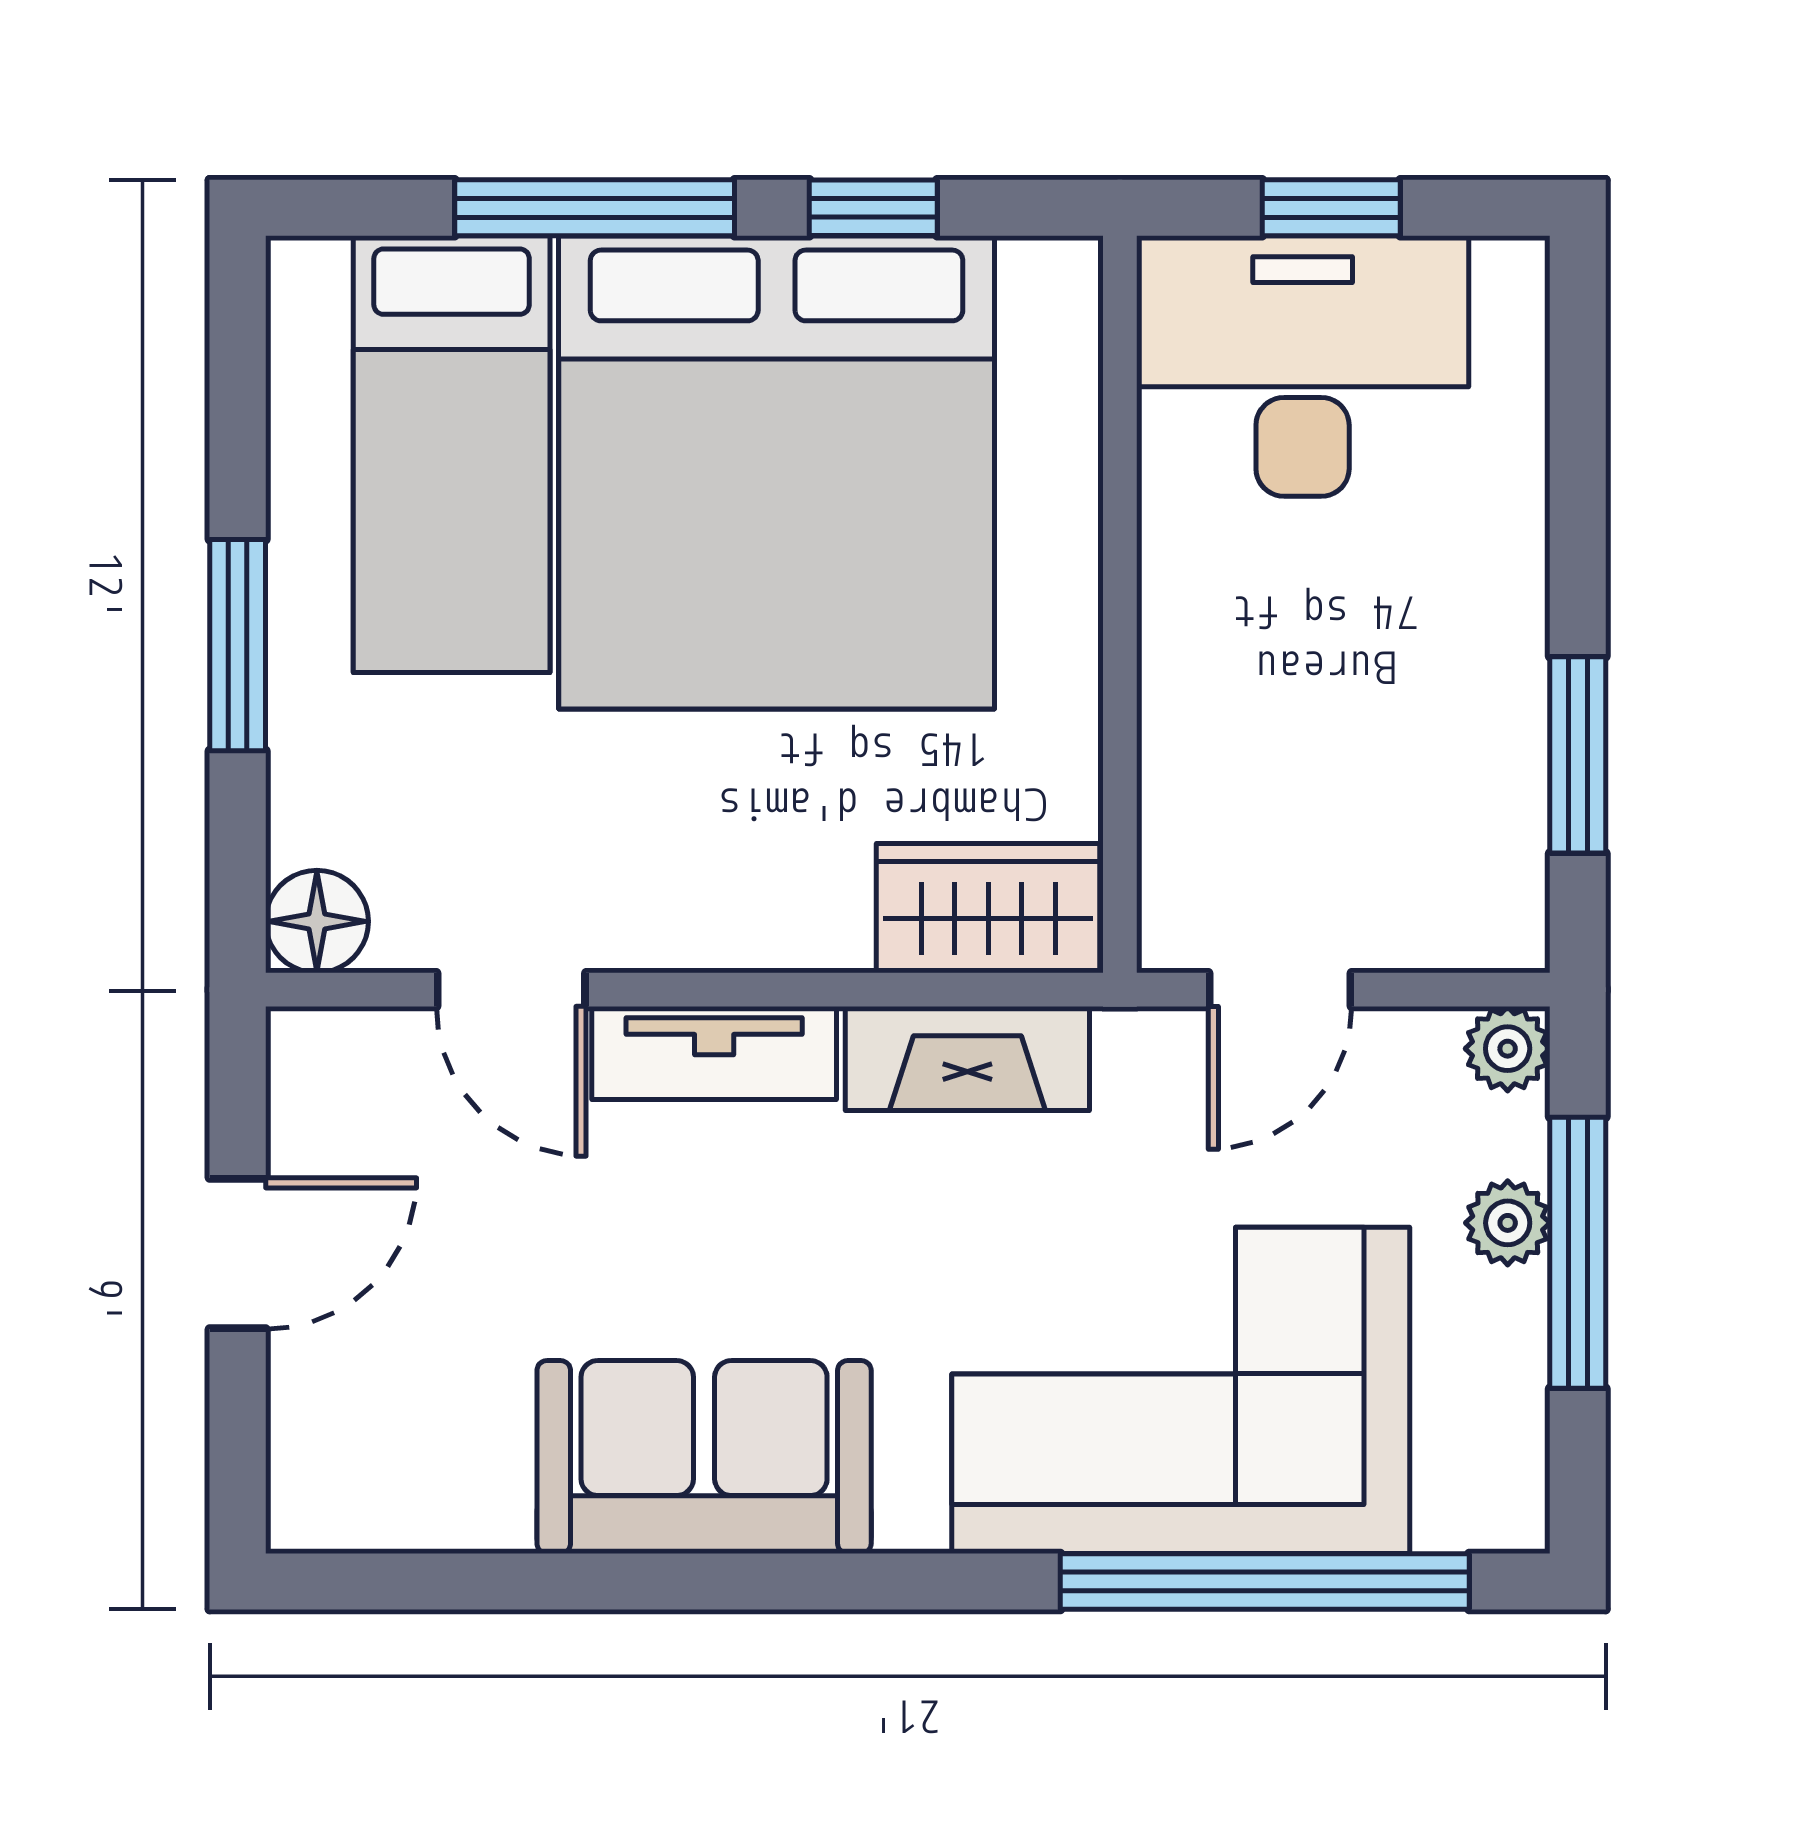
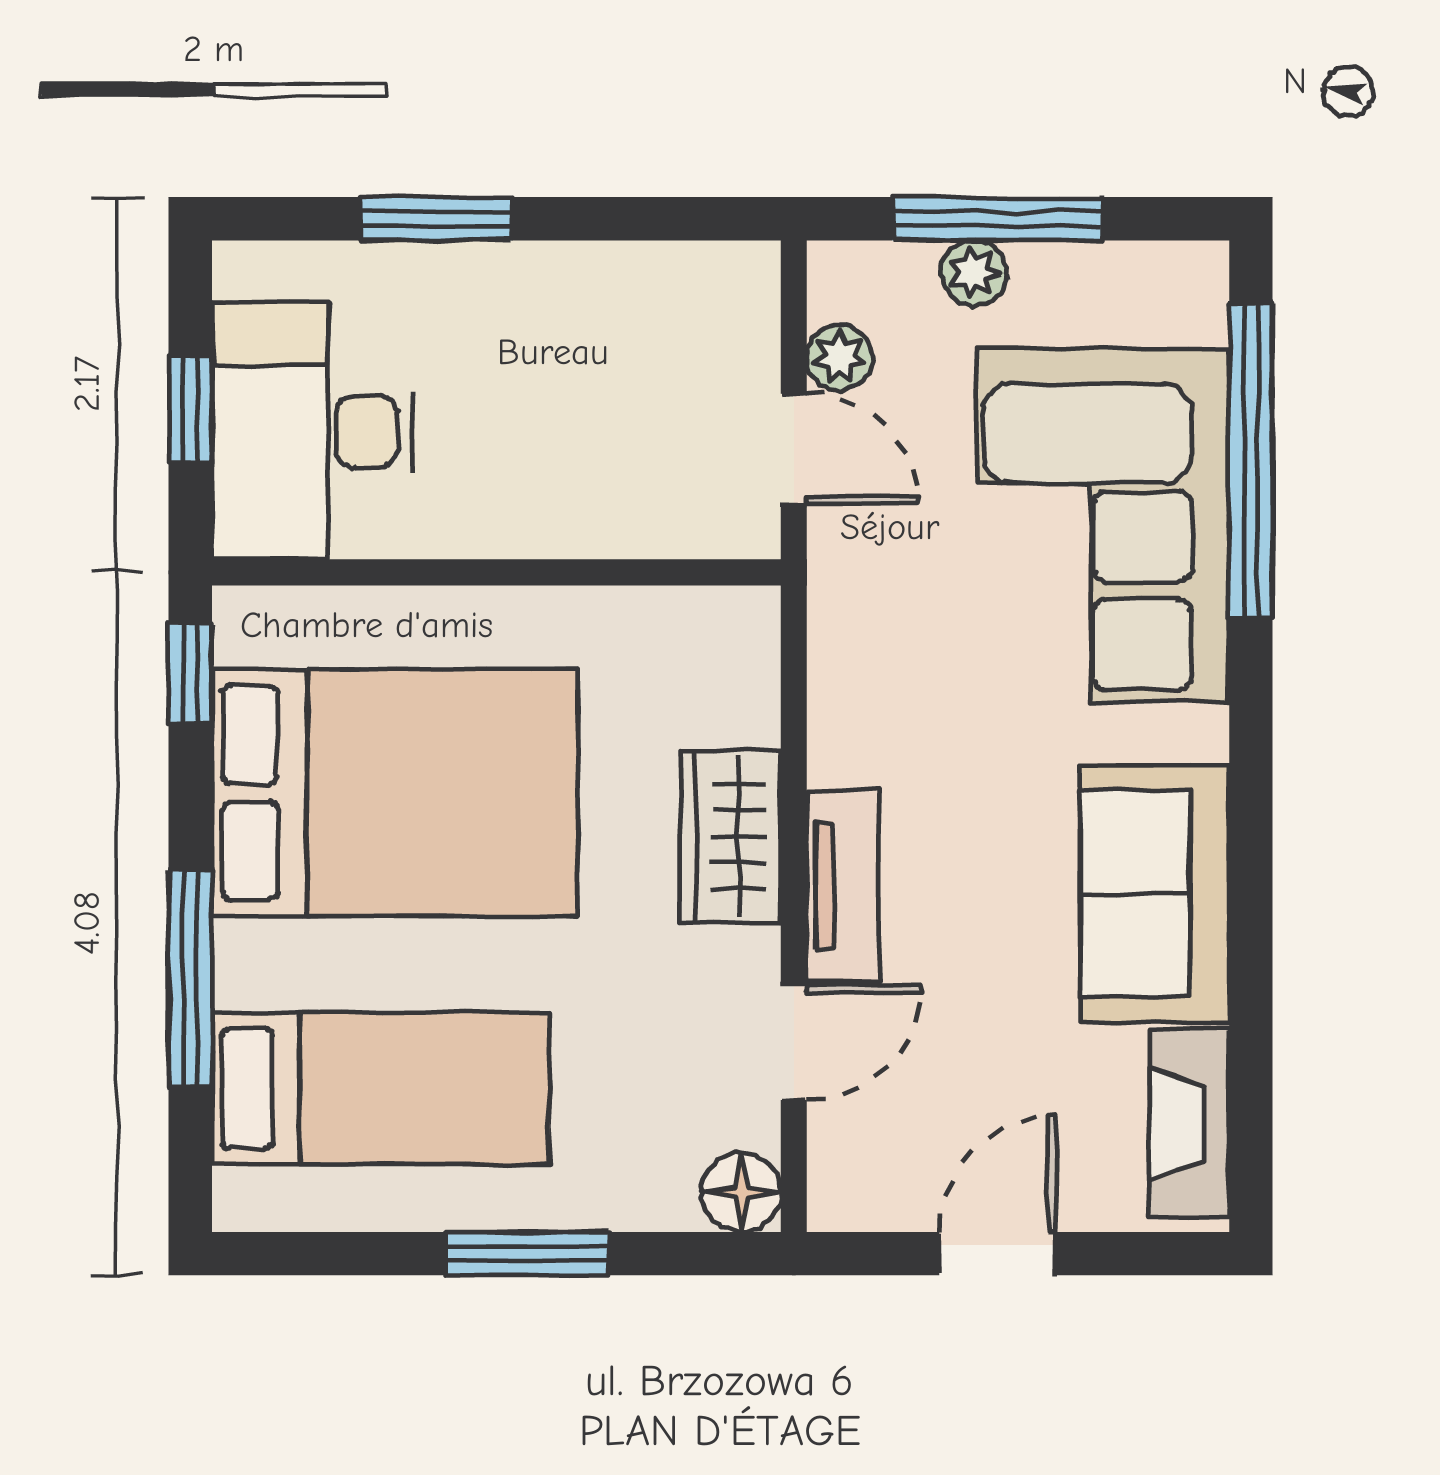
window: (873, 208) -> (190, 674), moved
bed: (777, 472) -> (394, 793), width x0.73
window: (1578, 755) -> (436, 219), moved
wardrobe: (988, 908) -> (731, 837), moved
plant: (1508, 1049) -> (839, 357), moved
fireplace: (967, 1058) -> (1189, 1124), moved, turned 180
door: (238, 1253) -> (998, 1254), hinge flipped

